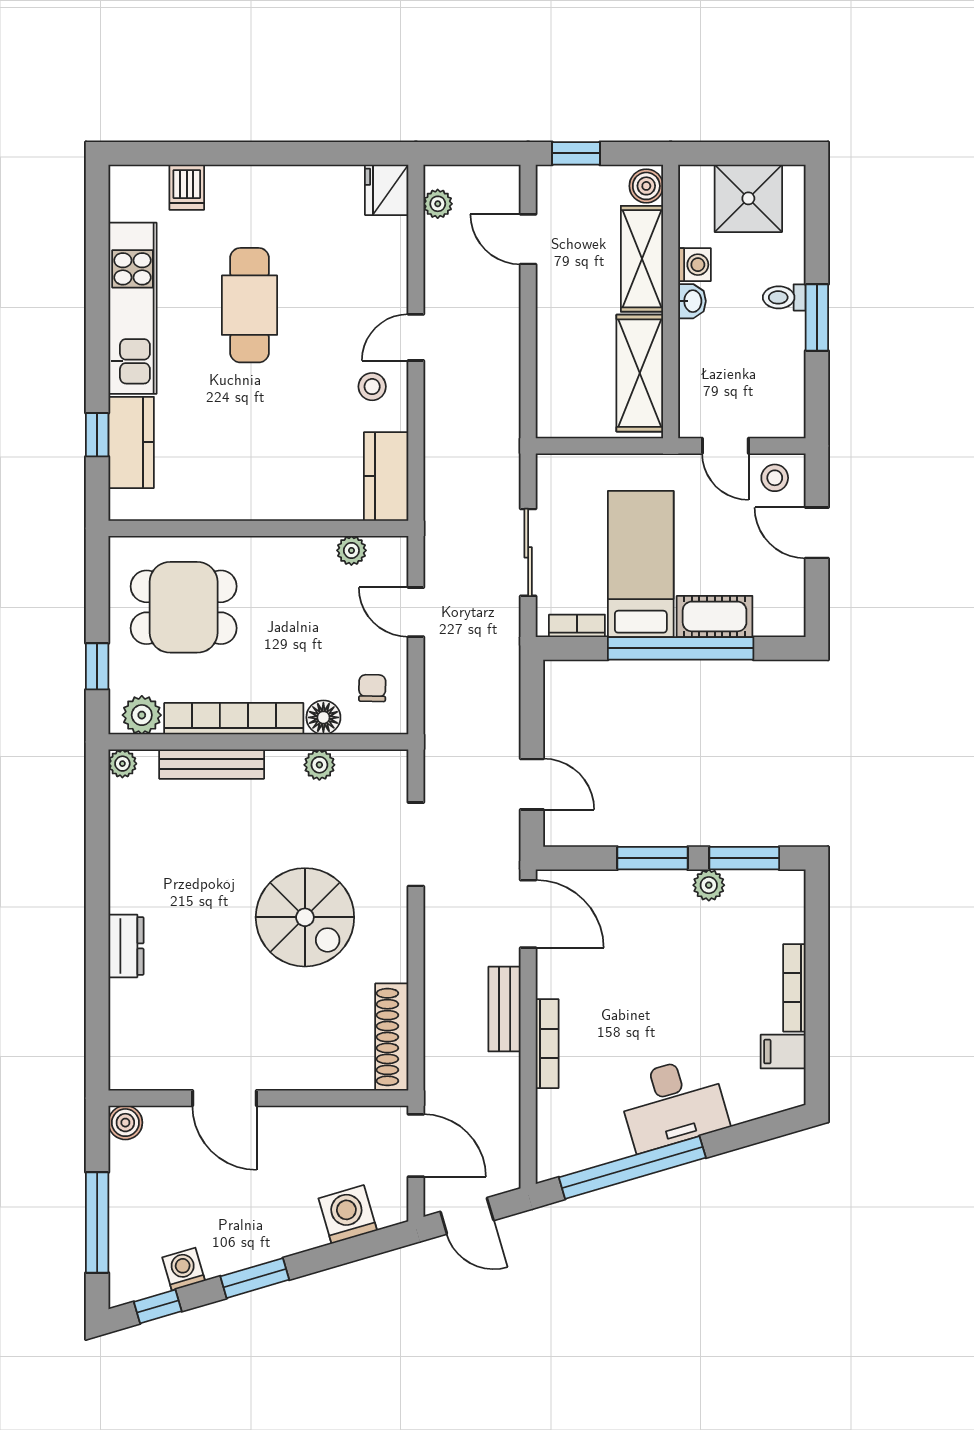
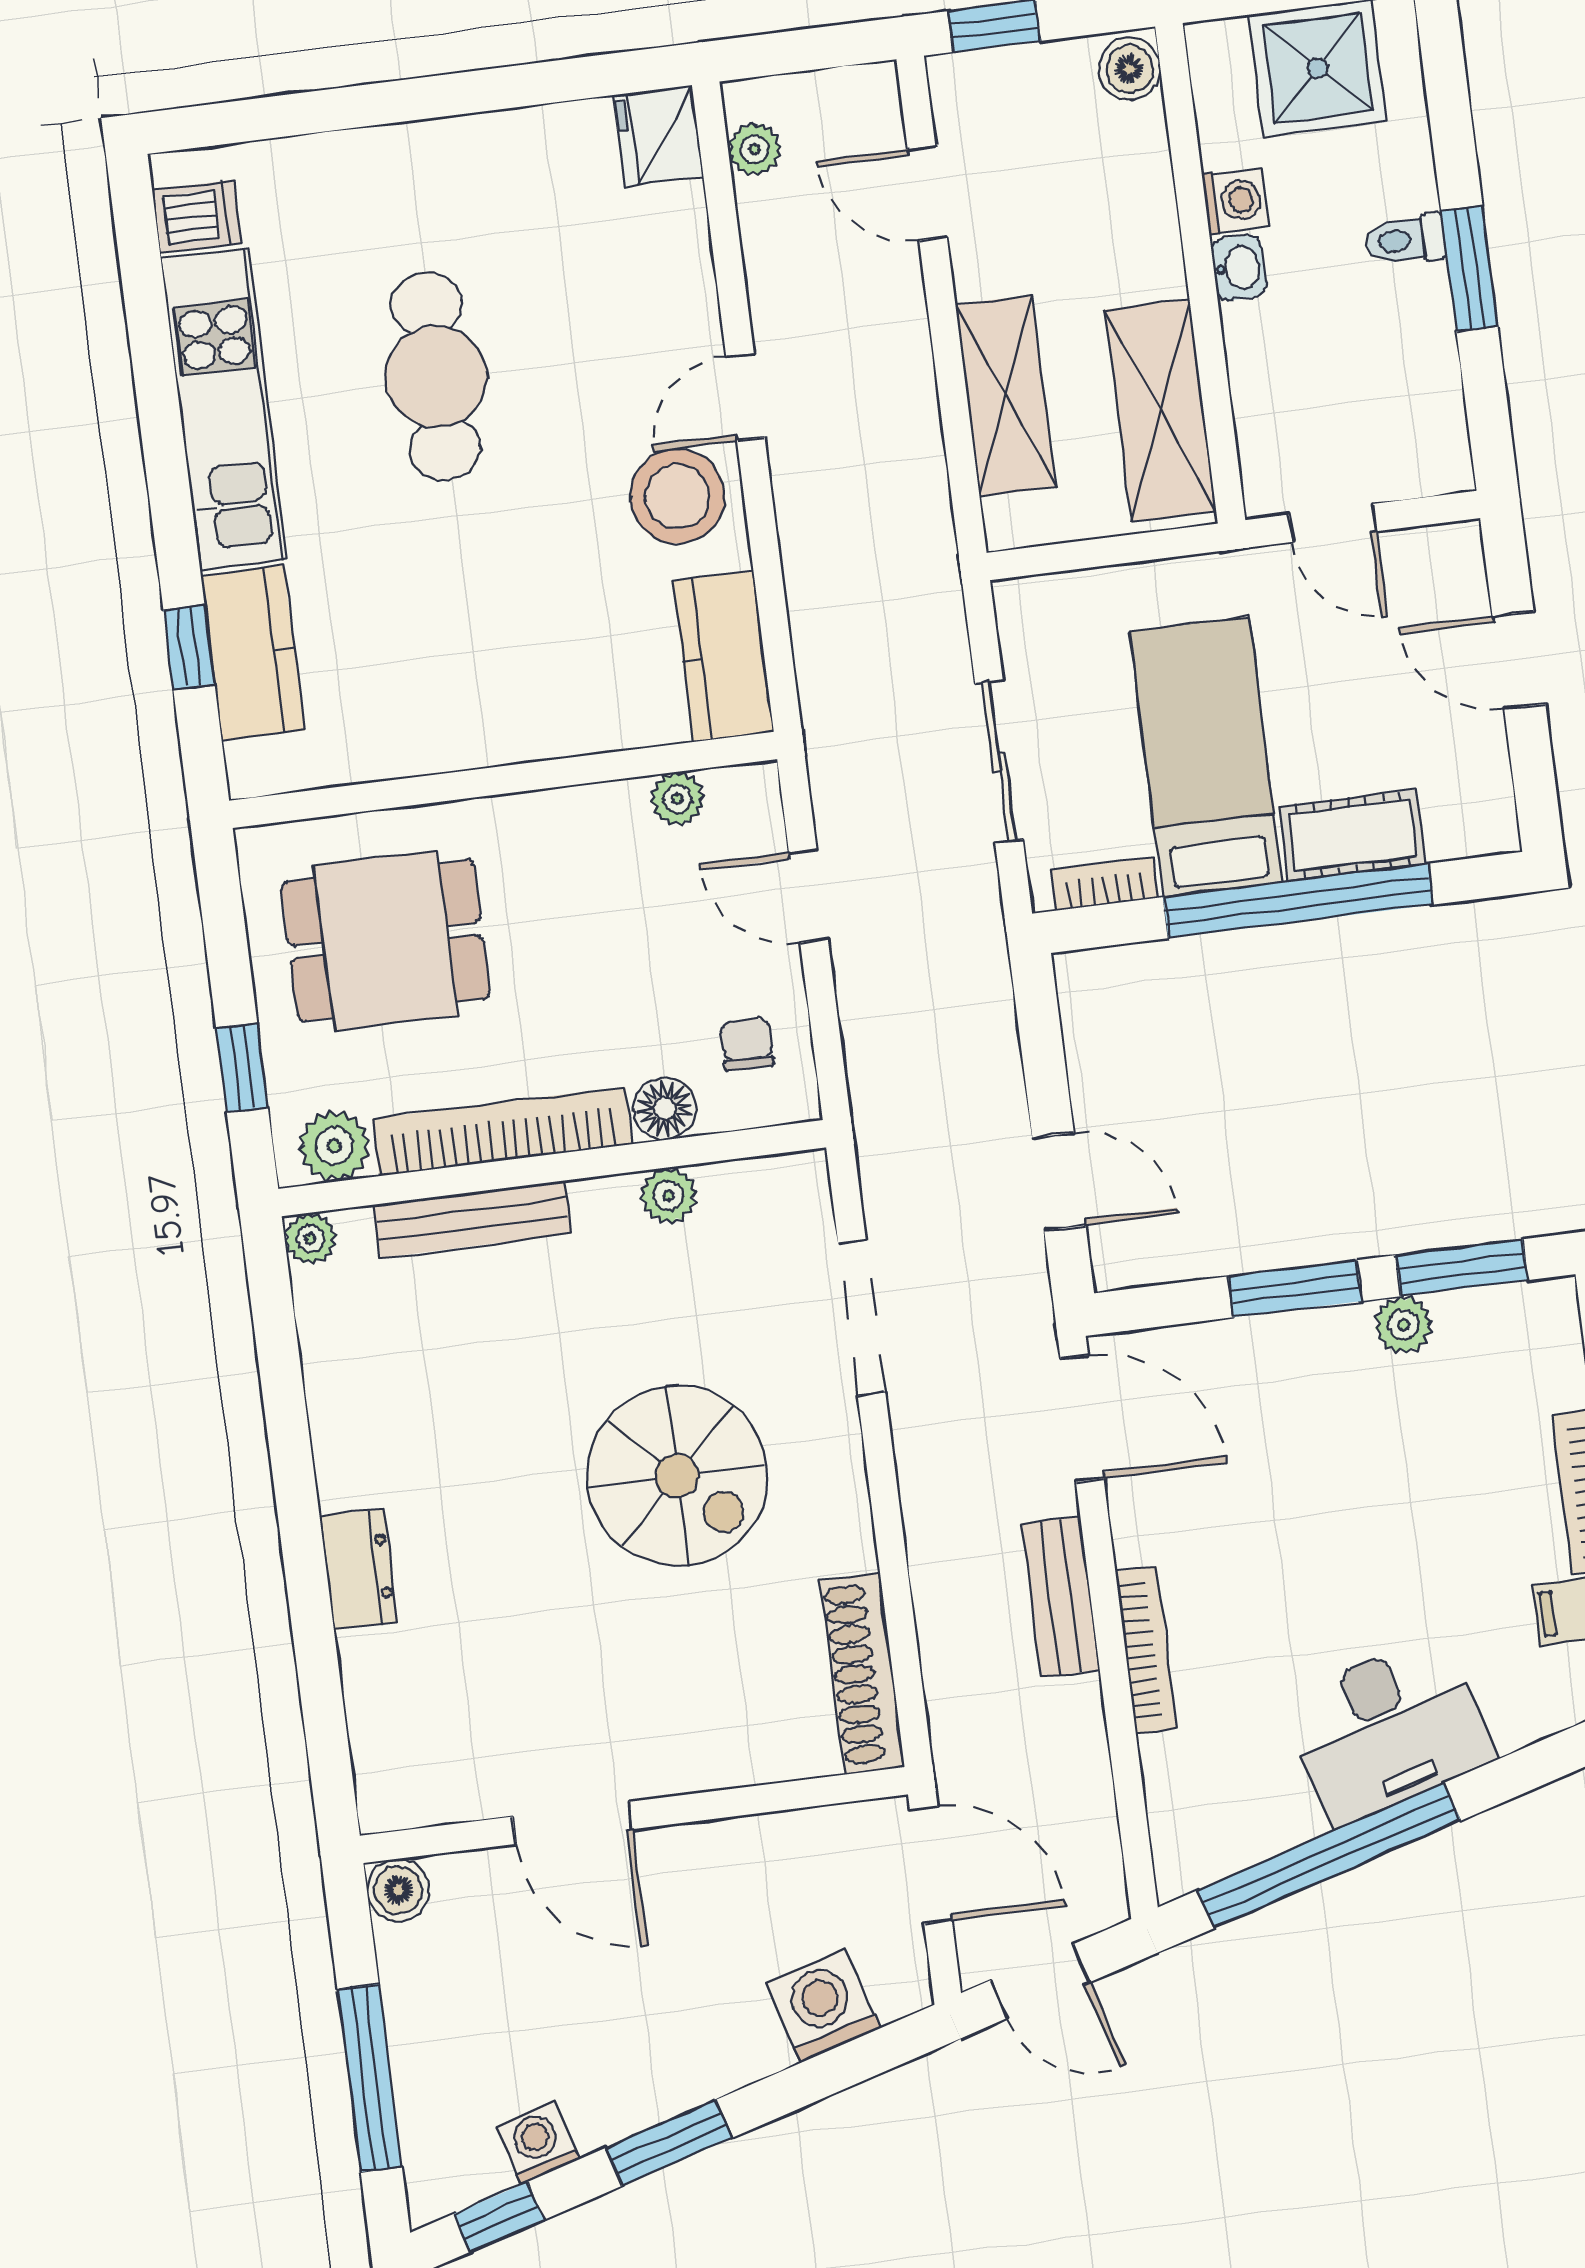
dishwasher: (187, 187) -> (197, 217), moved, turned -90
shelving: (642, 259) -> (1006, 396), moved
stool: (372, 387) -> (677, 496), width x1.89, depth x1.89
stool: (775, 478) -> (1430, 570), removed

